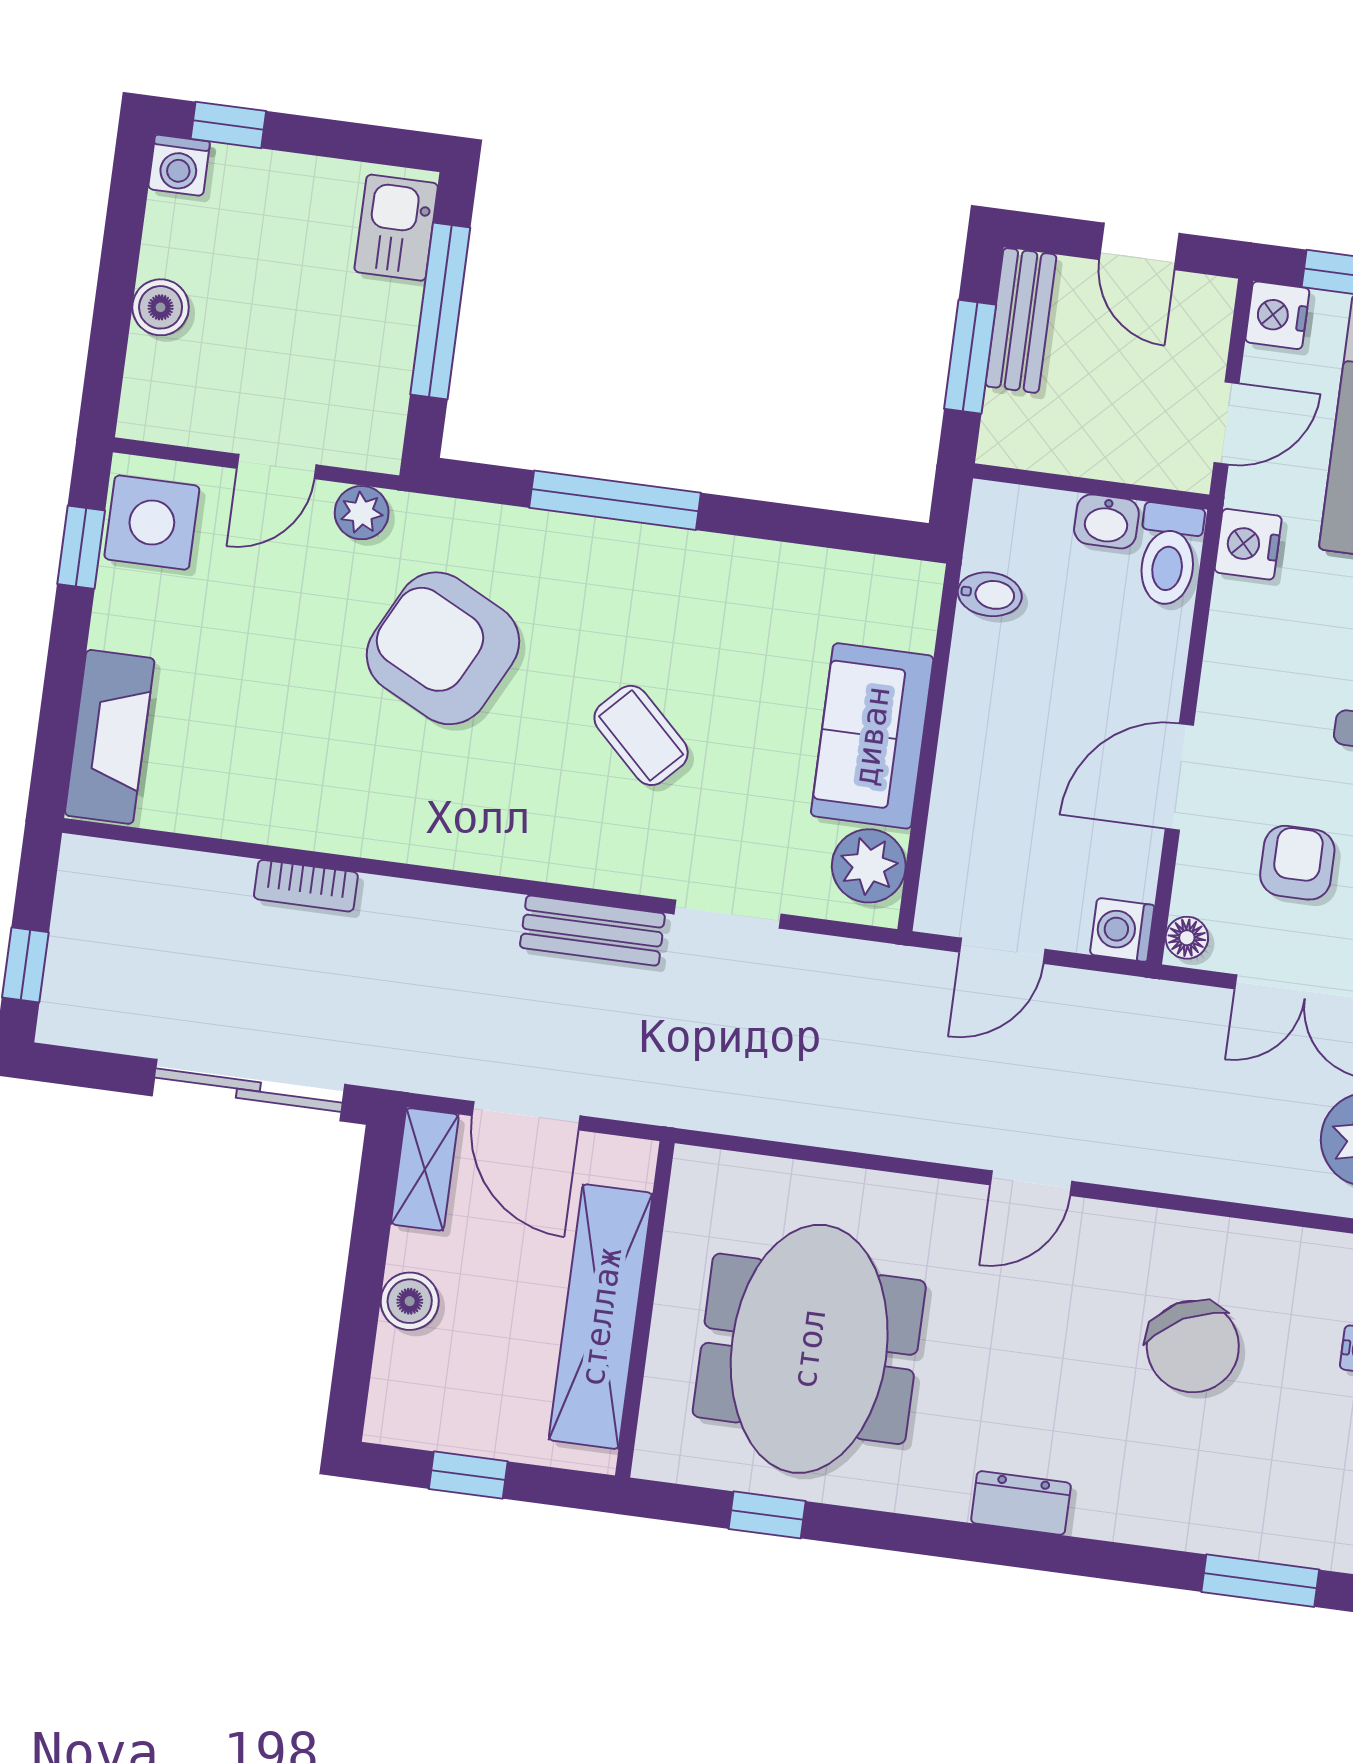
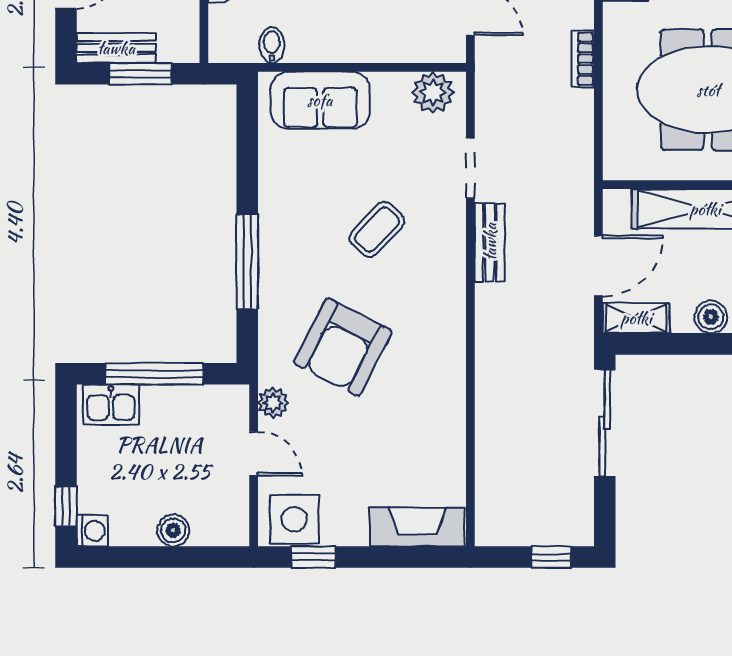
sofa: (872, 736) -> (320, 100), moved
bookcase: (306, 886) -> (583, 59), moved, turned 180

